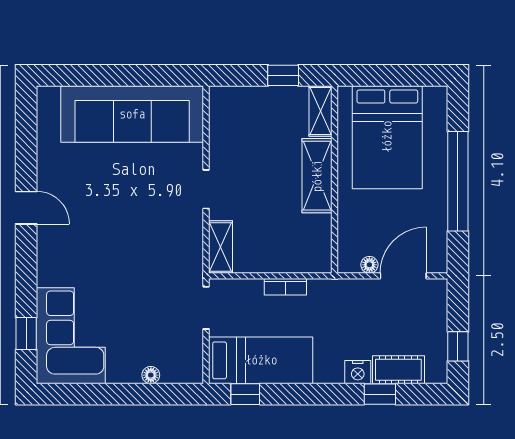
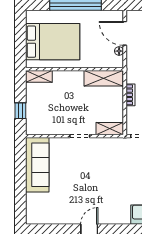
window: (283, 75) -> (20, 111), moved
sofa: (132, 114) -> (37, 165), width x0.74, depth x0.79
shelving: (317, 176) -> (103, 78), moved

